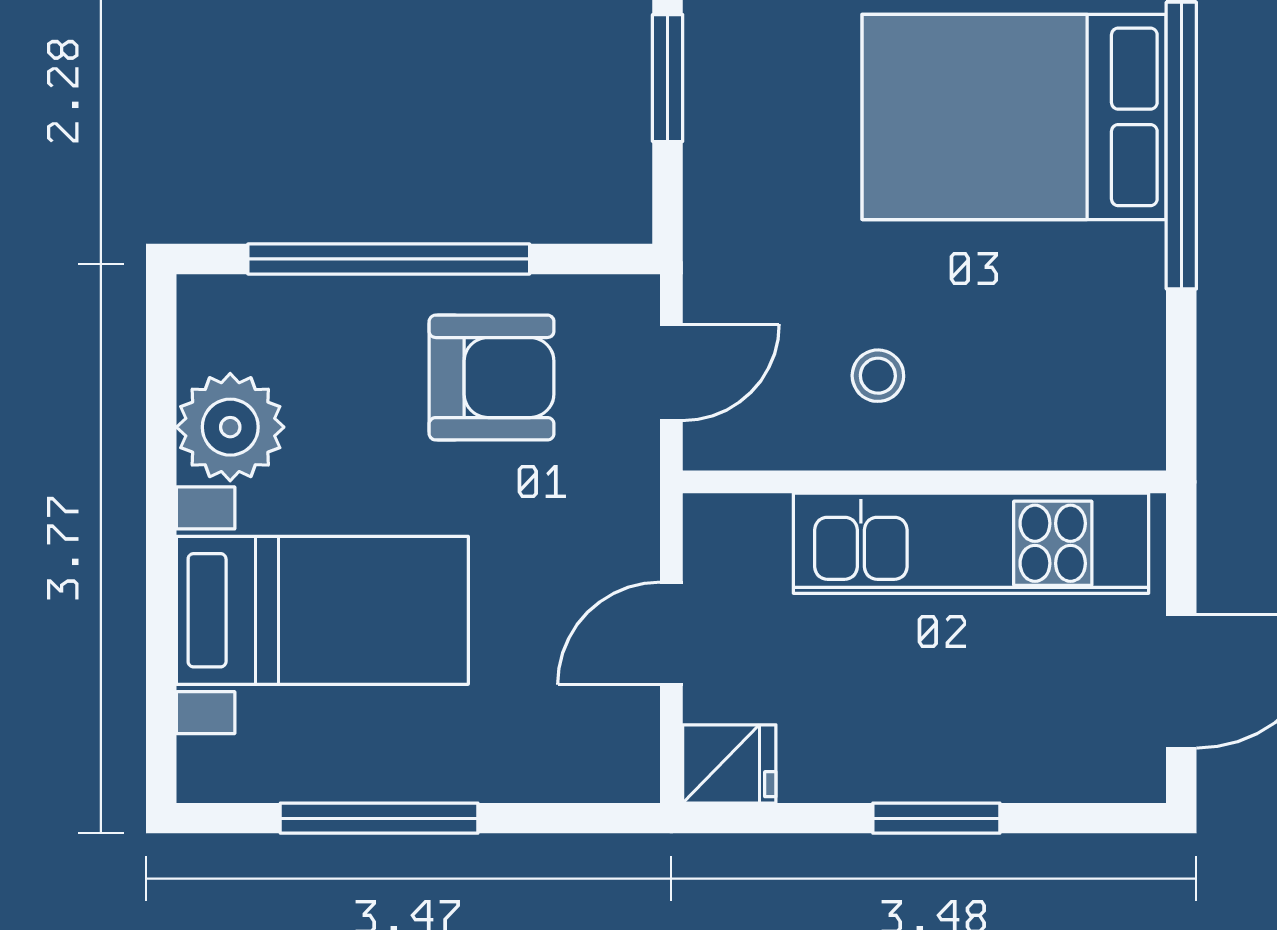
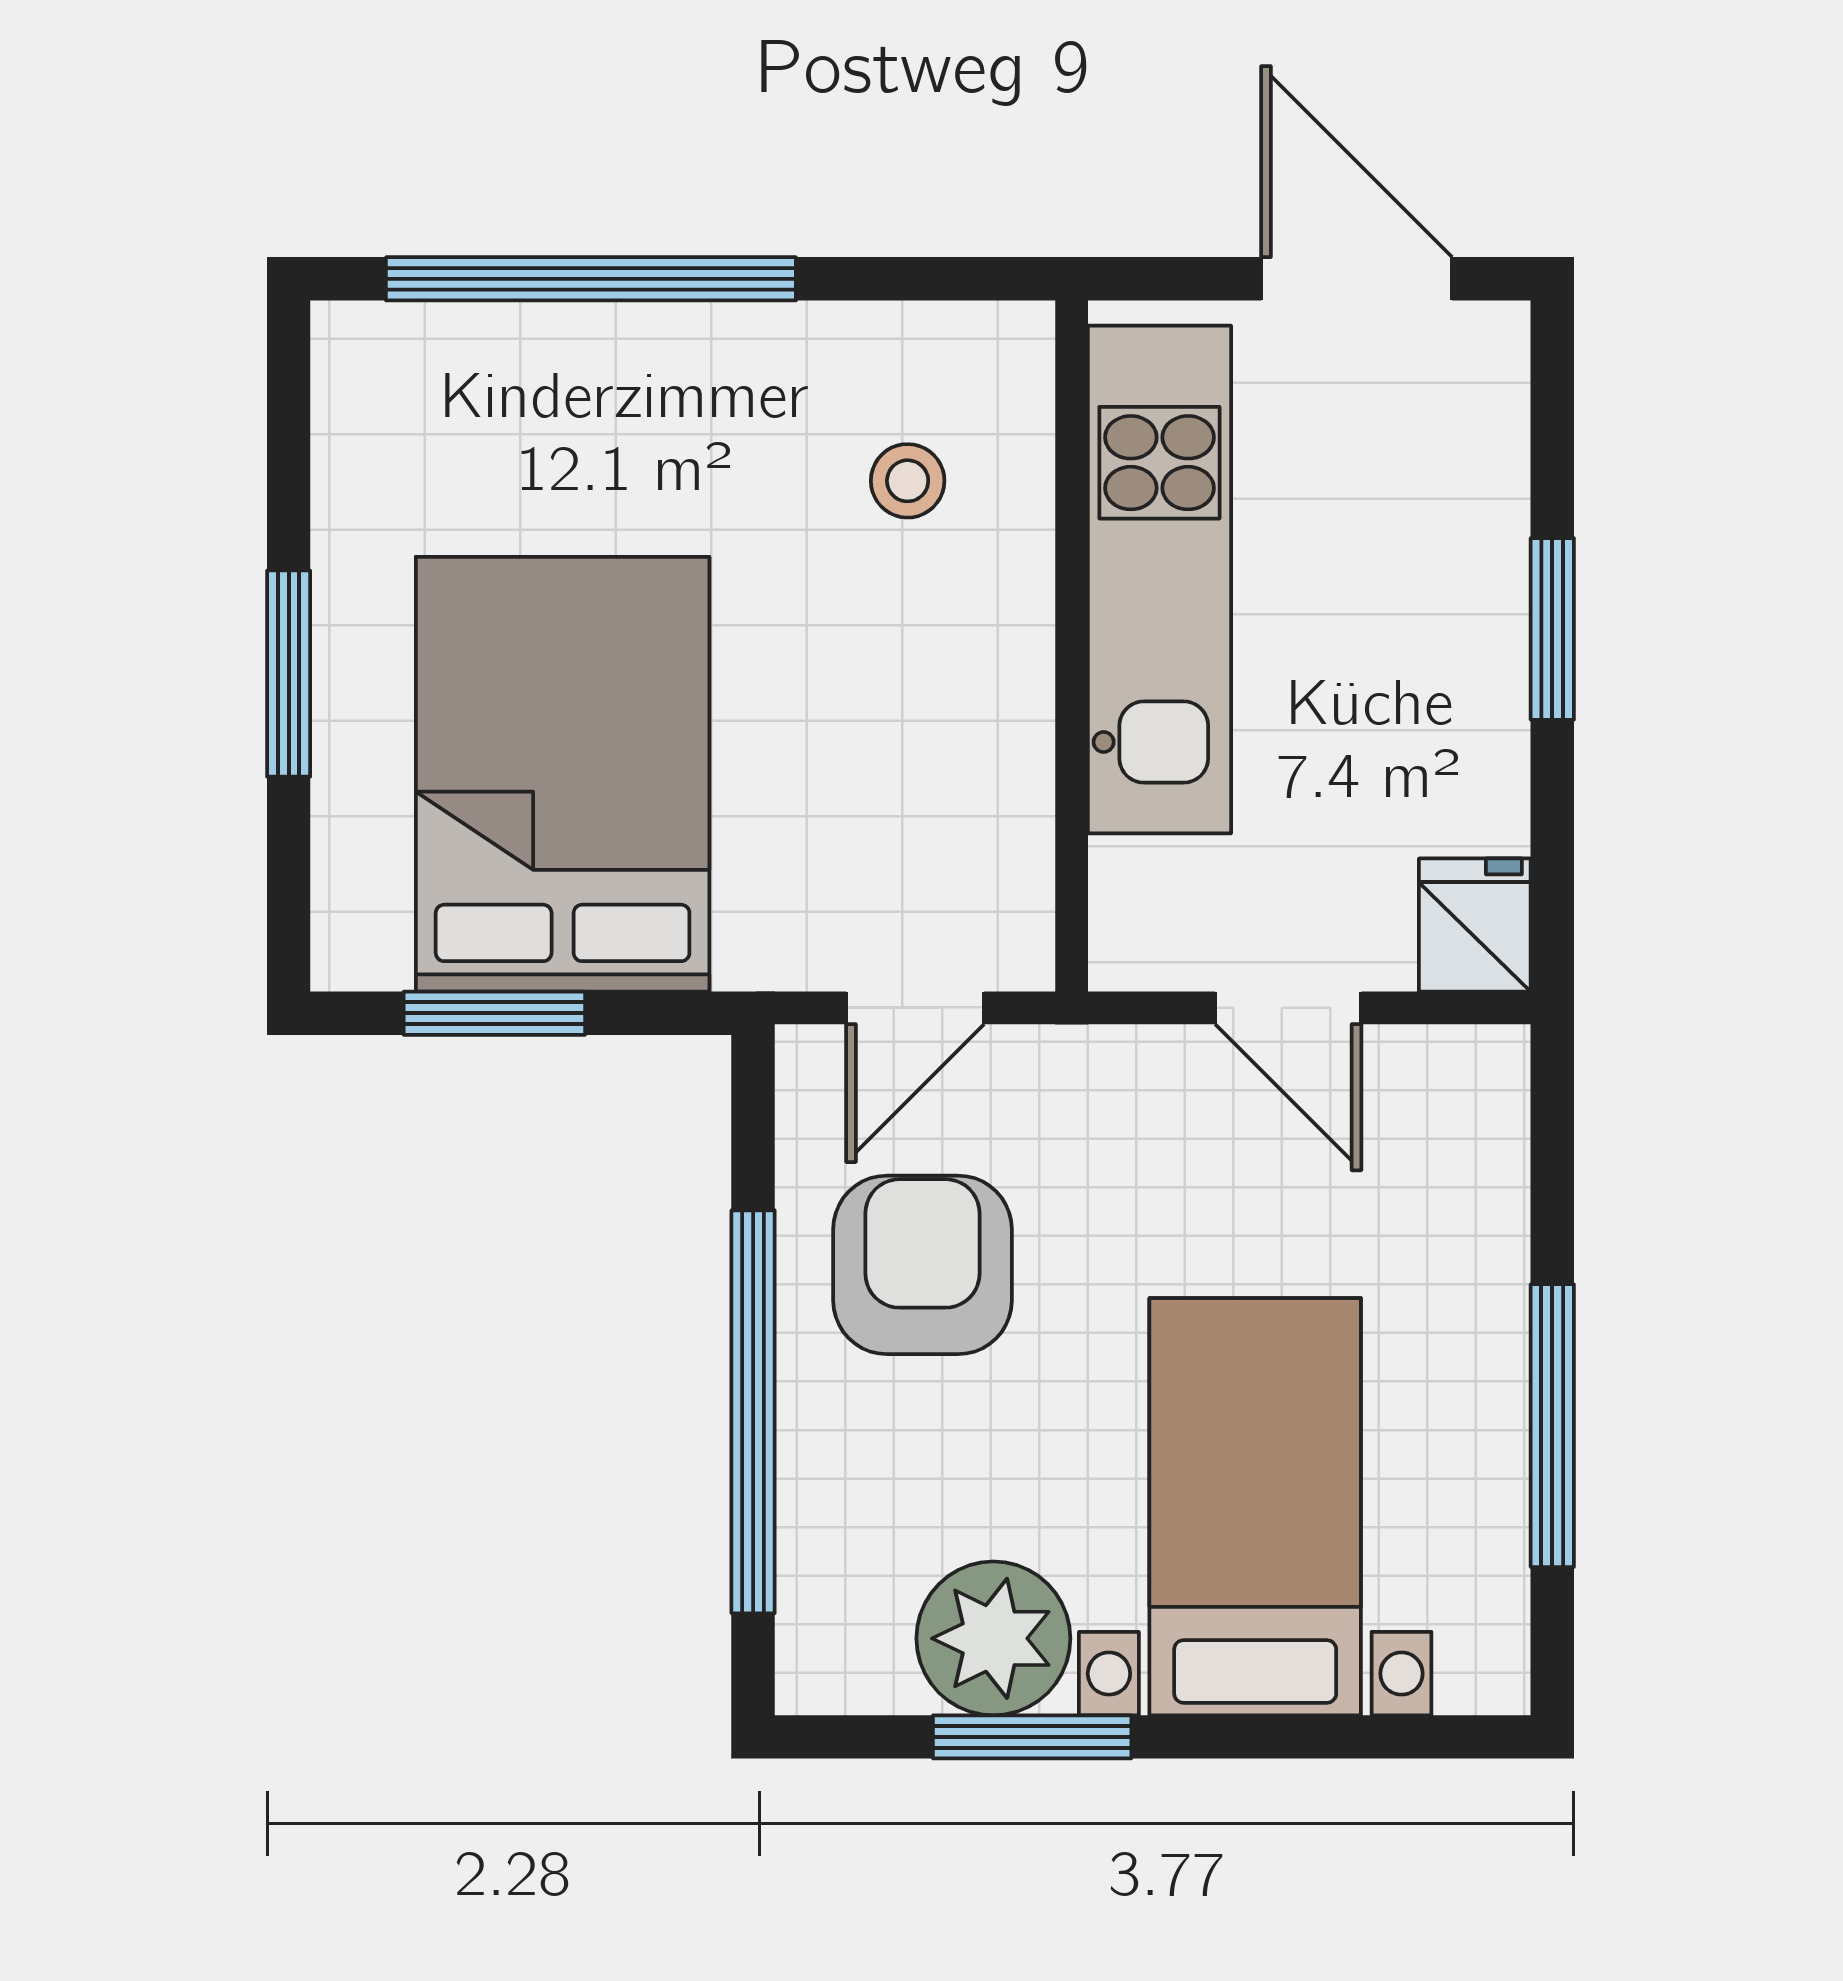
bed: (1014, 117) -> (563, 774), moved, turned 180
door: (671, 372) -> (915, 1008), swing flipped
stool: (878, 376) -> (908, 481), moved
window: (161, 454) -> (1032, 1737), added

